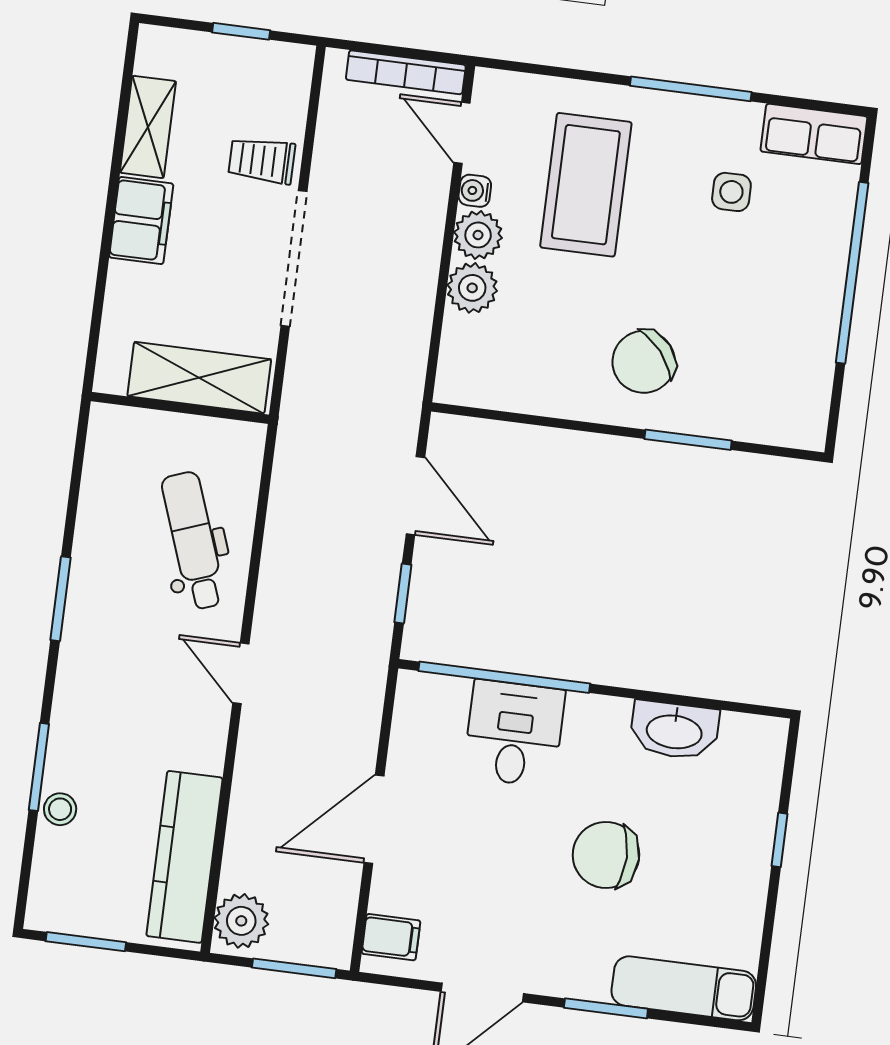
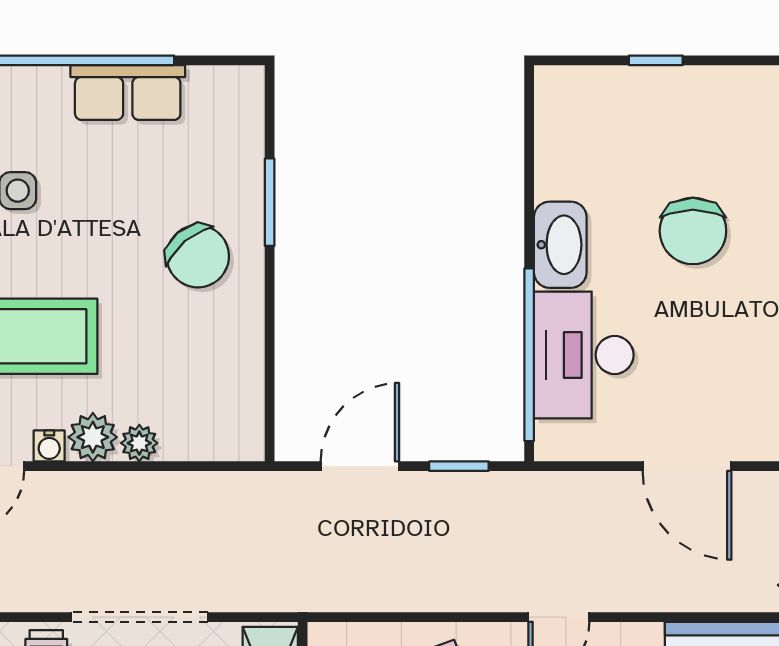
plant: (472, 288) -> (139, 443), width x0.73, depth x0.73
row of seats: (815, 313) -> (128, 92), added
washbasin: (674, 730) -> (560, 245), moved
desk: (514, 733) -> (584, 355), width x1.37

